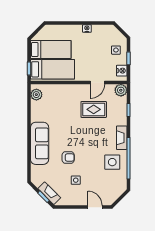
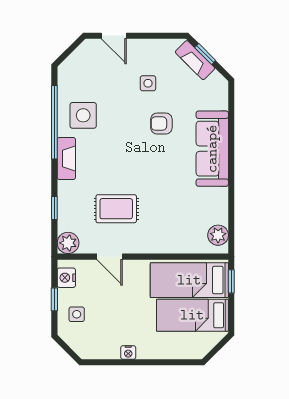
door: (97, 83) -> (110, 257), swing flipped

